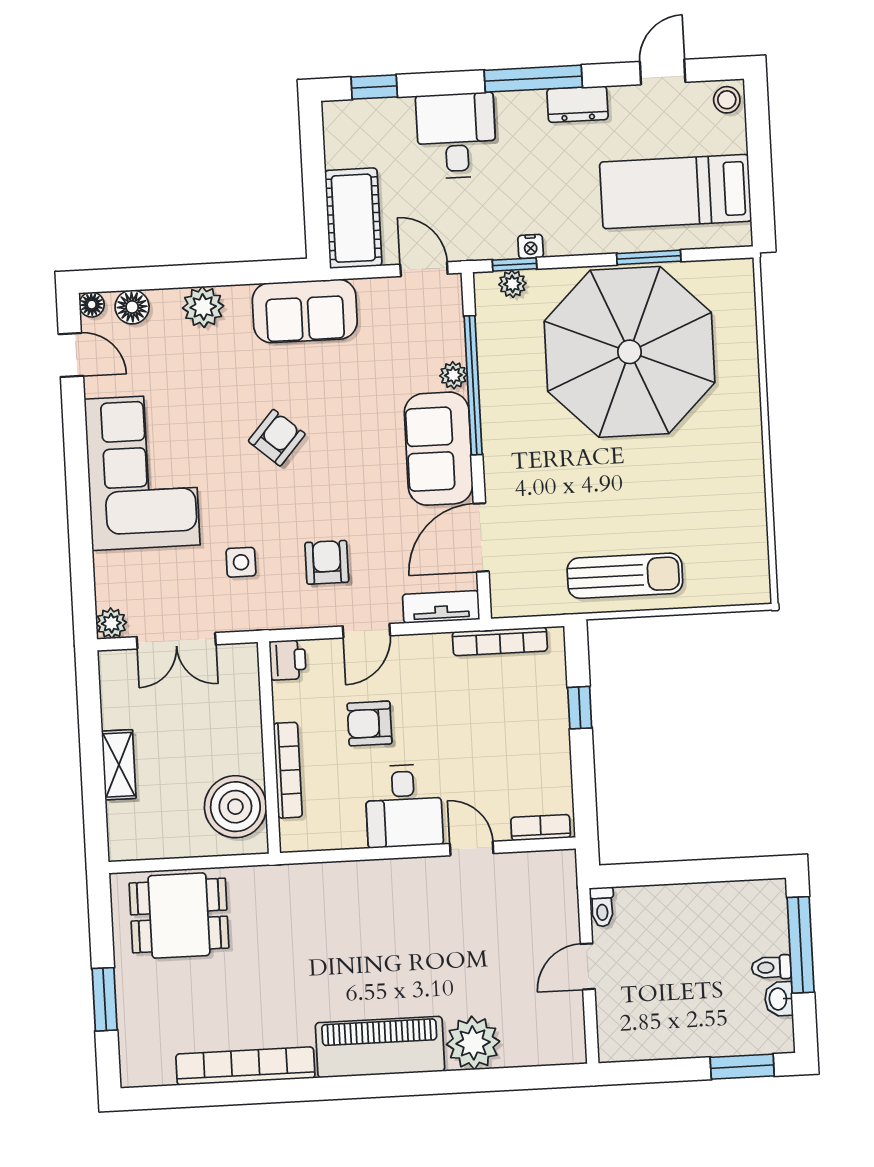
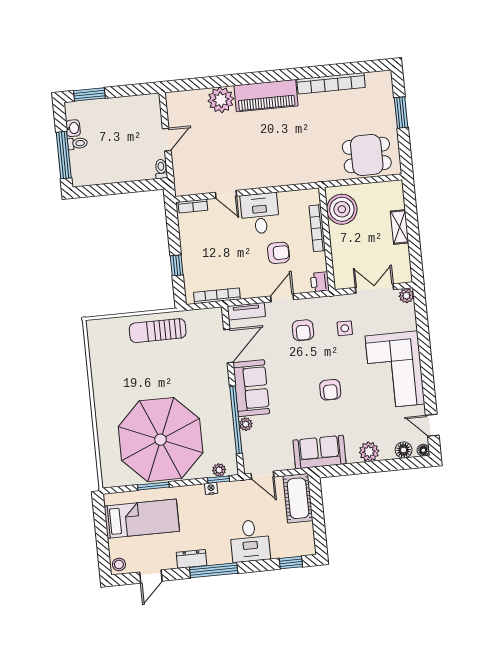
armchair: (277, 438) -> (330, 390), turned -41

